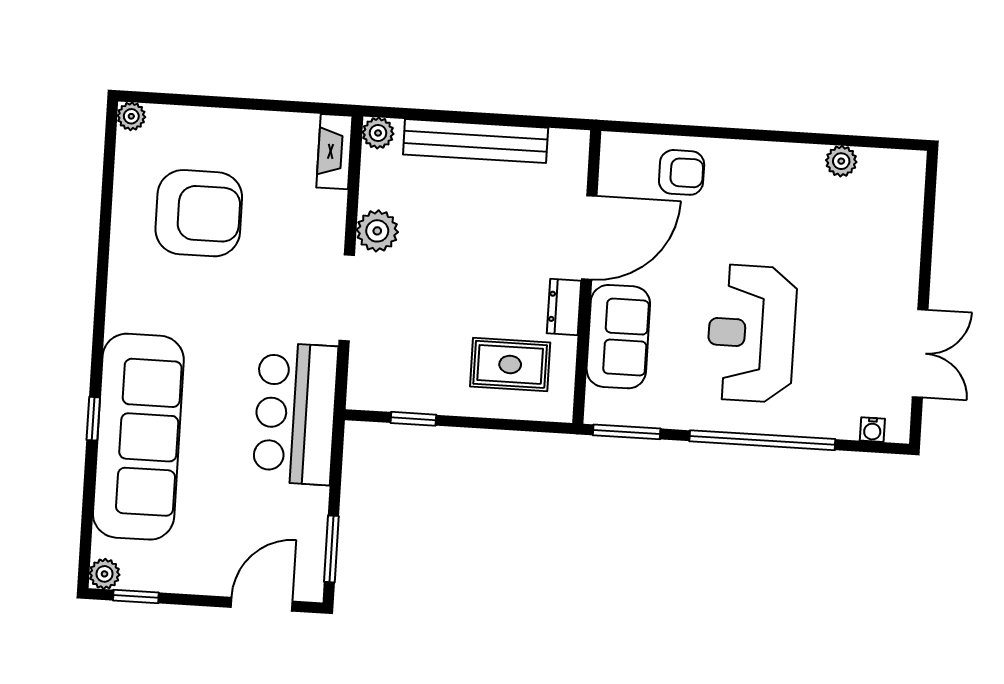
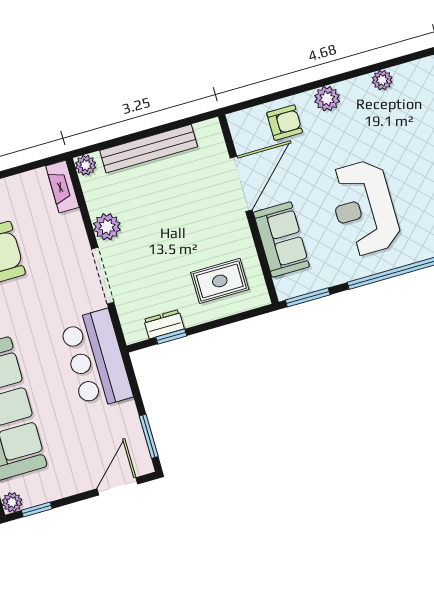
plant: (754, 160) -> (327, 99), added
dresser: (564, 307) -> (164, 324), moved, turned 90

